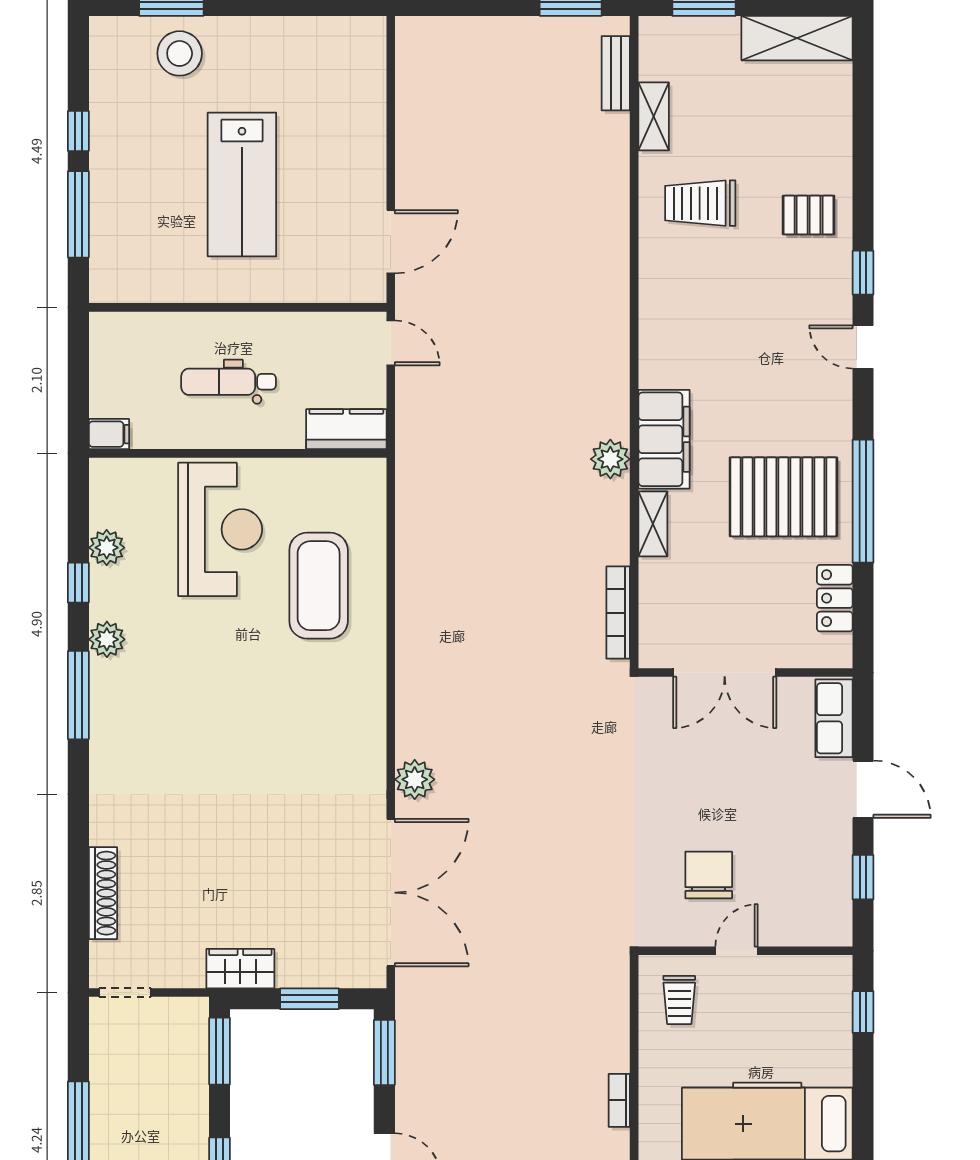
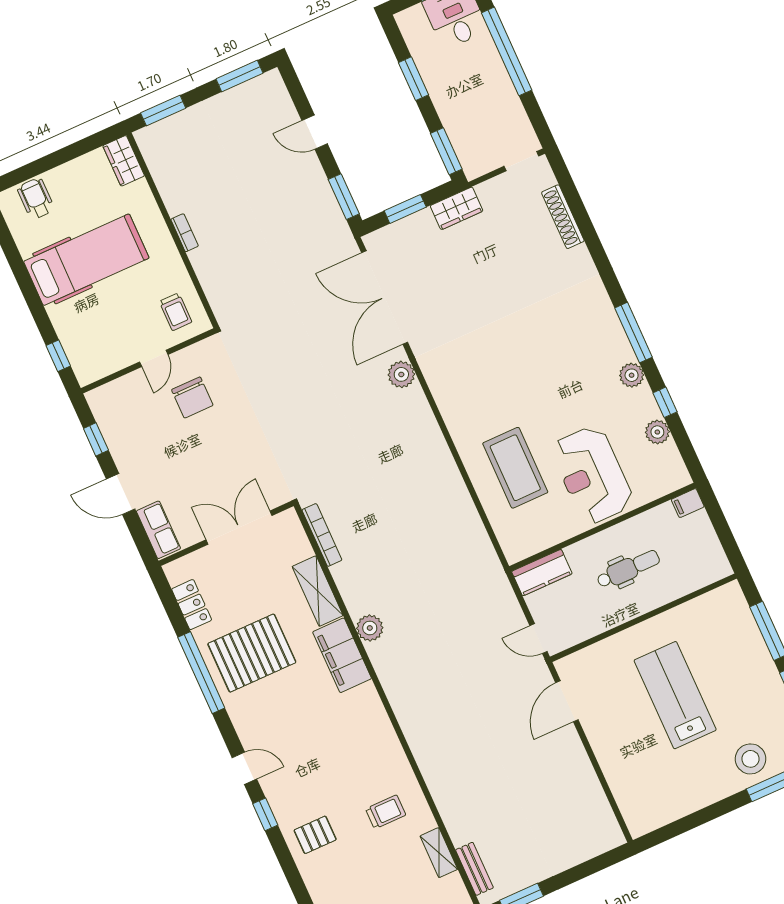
trolley: (700, 203) -> (386, 812), width x0.73, depth x0.72
shelving: (653, 524) -> (318, 591), width x1.50, depth x1.33
trolley: (679, 1000) -> (176, 312), turned 180

